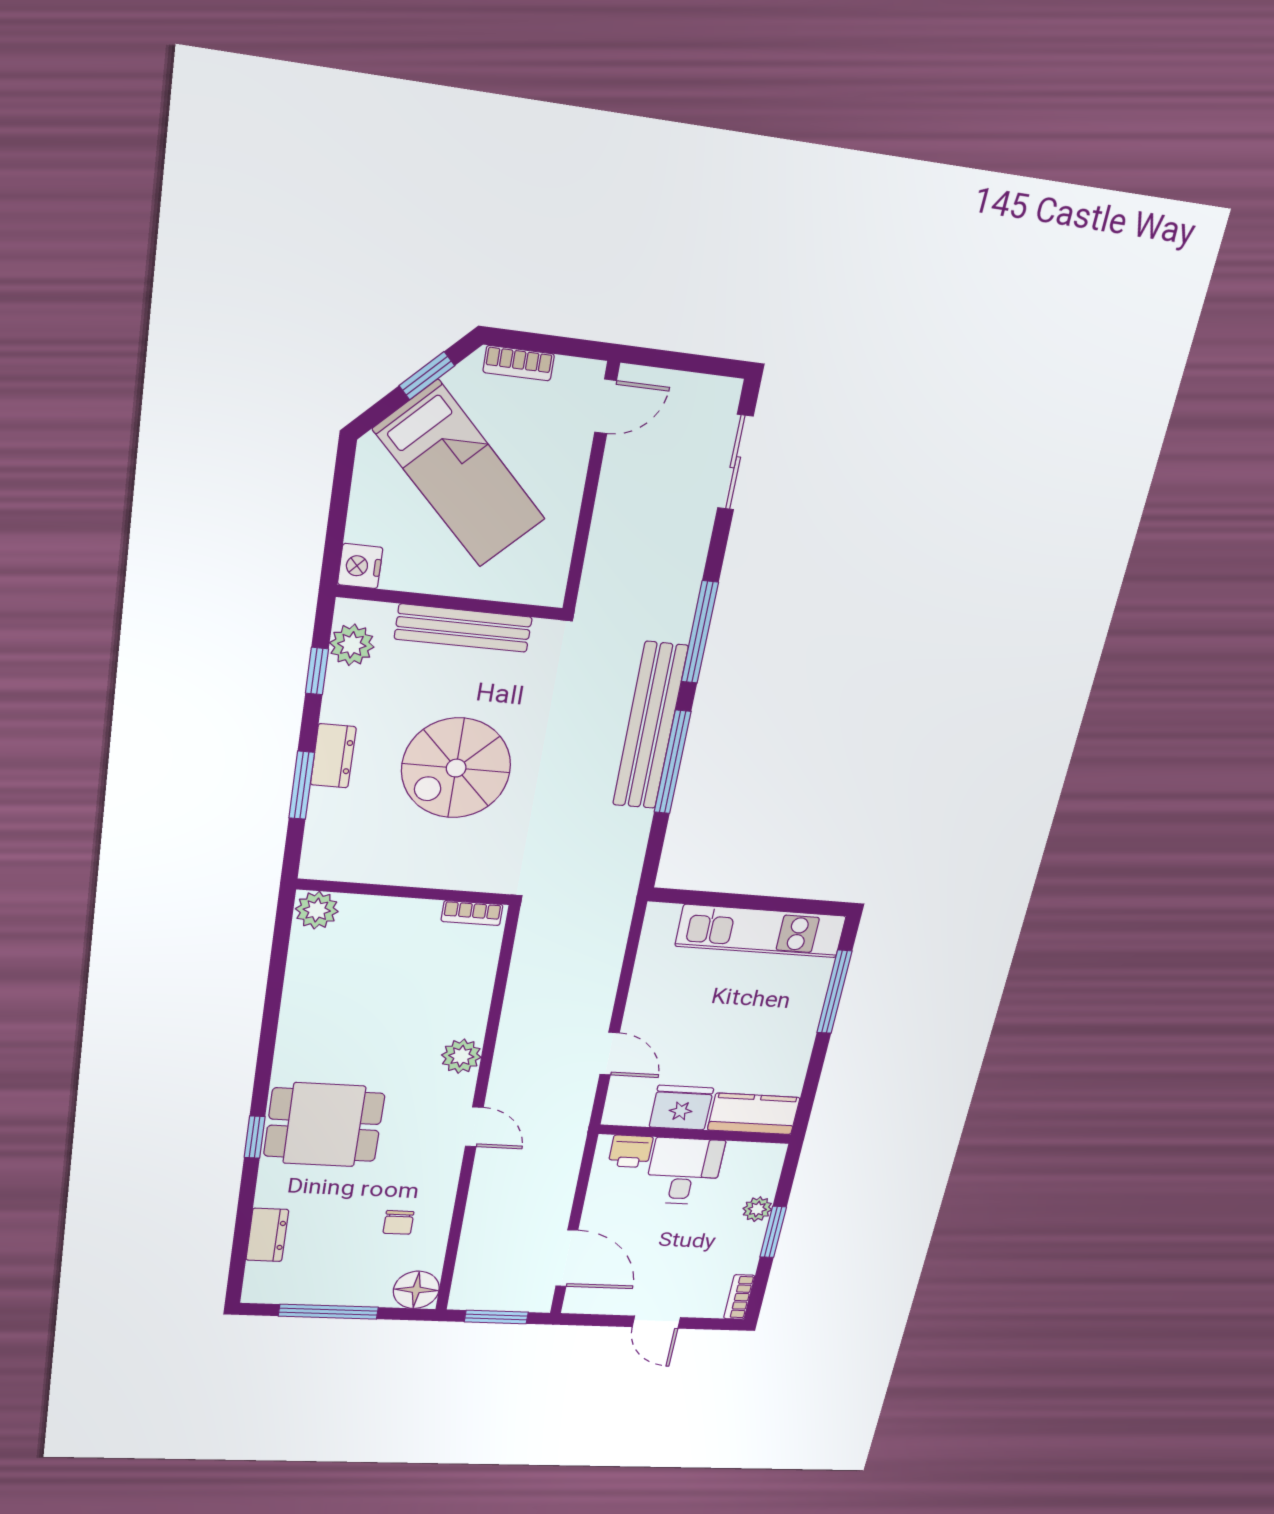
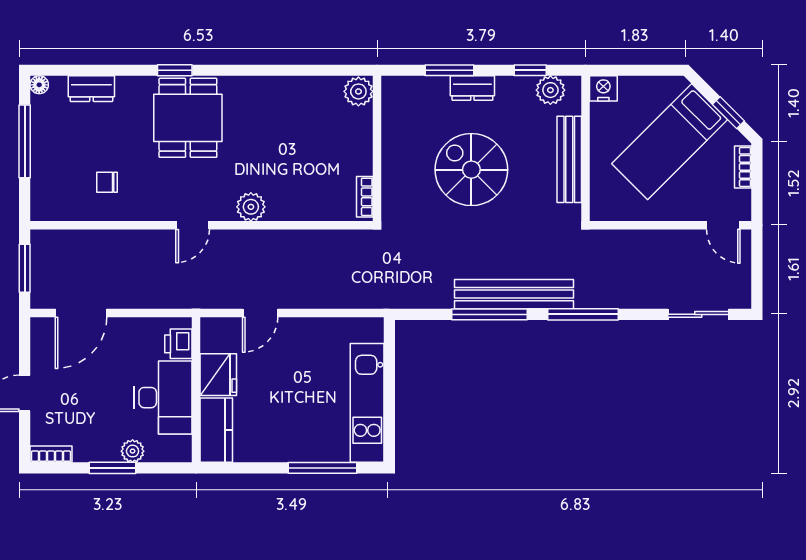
desk: (684, 1171) -> (163, 398), width x1.37
floor lamp: (416, 1290) -> (39, 85), moved, width x0.53, depth x0.53

